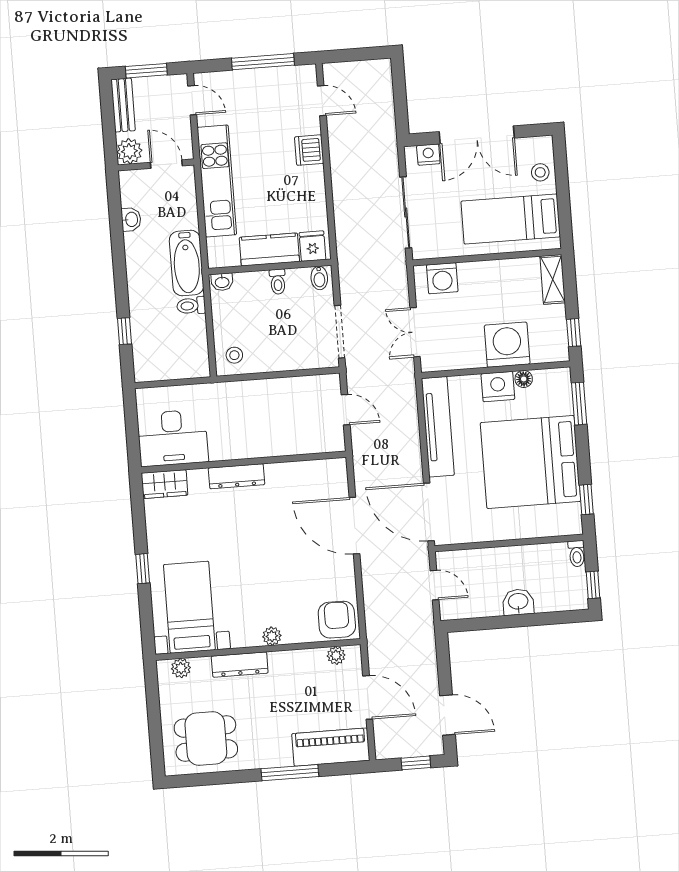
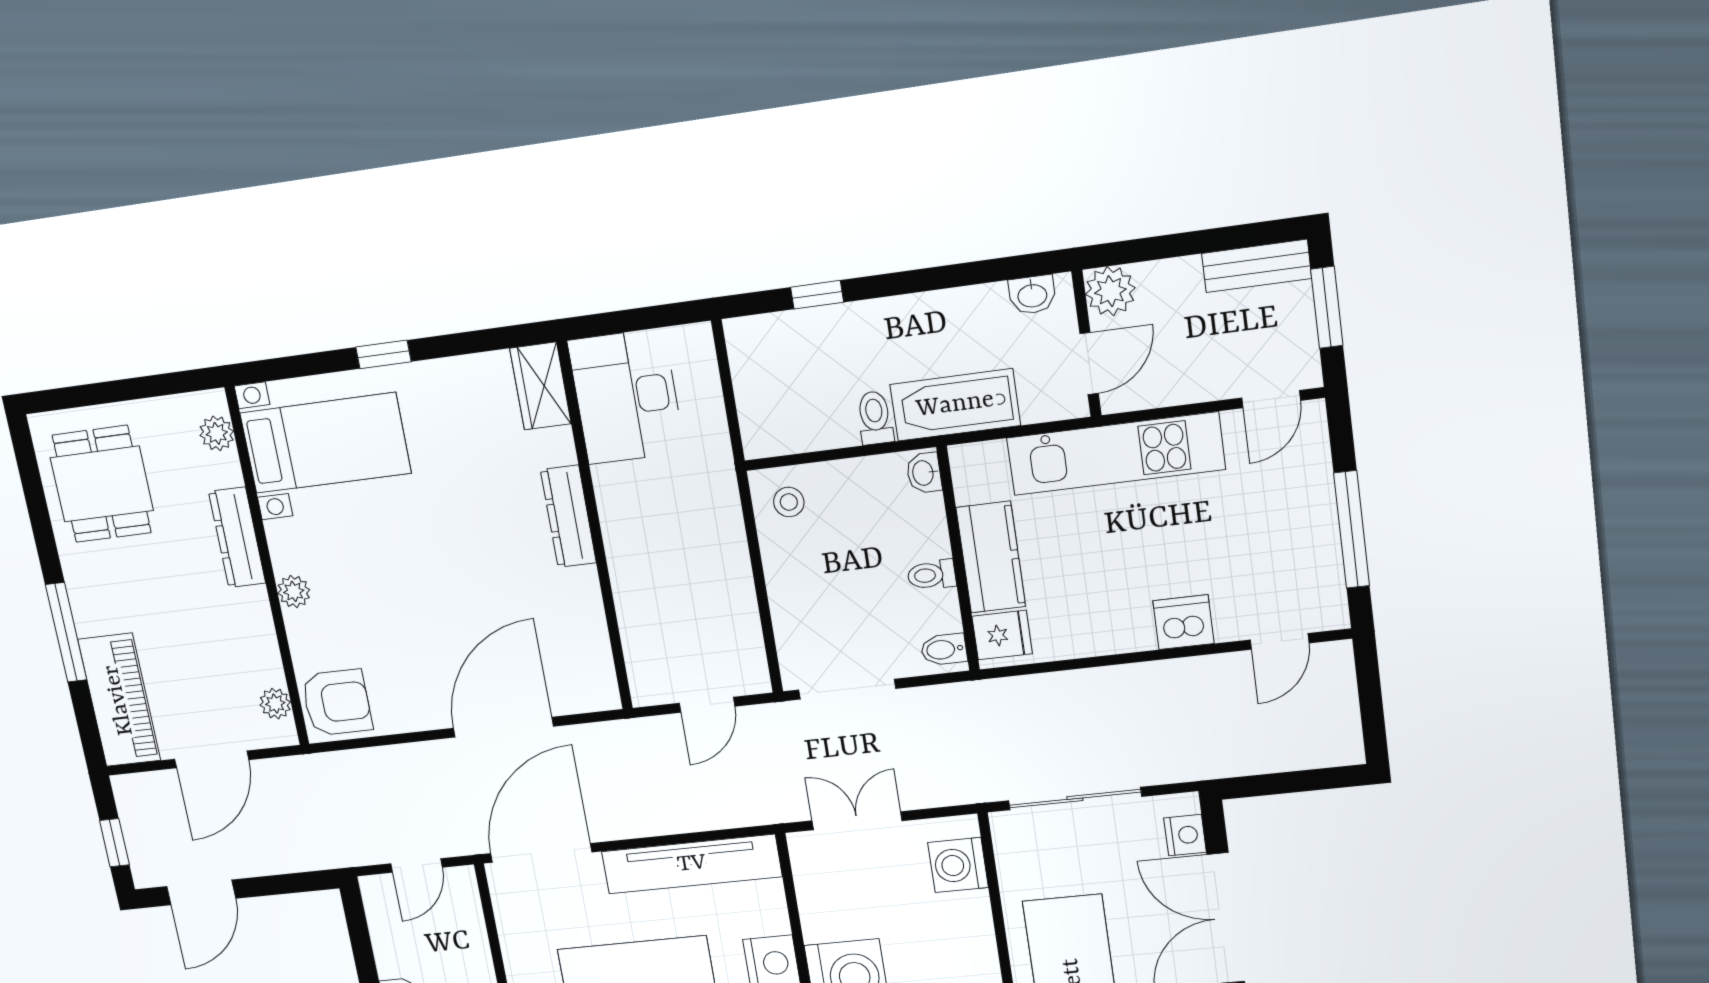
plant: (129, 151) -> (1110, 291), moved
door: (166, 164) -> (1089, 364), moved
wall: (156, 165) -> (1086, 344), moved

